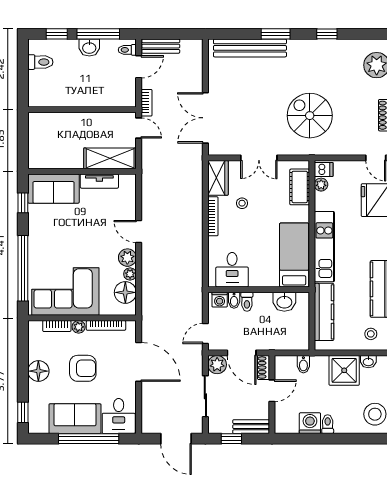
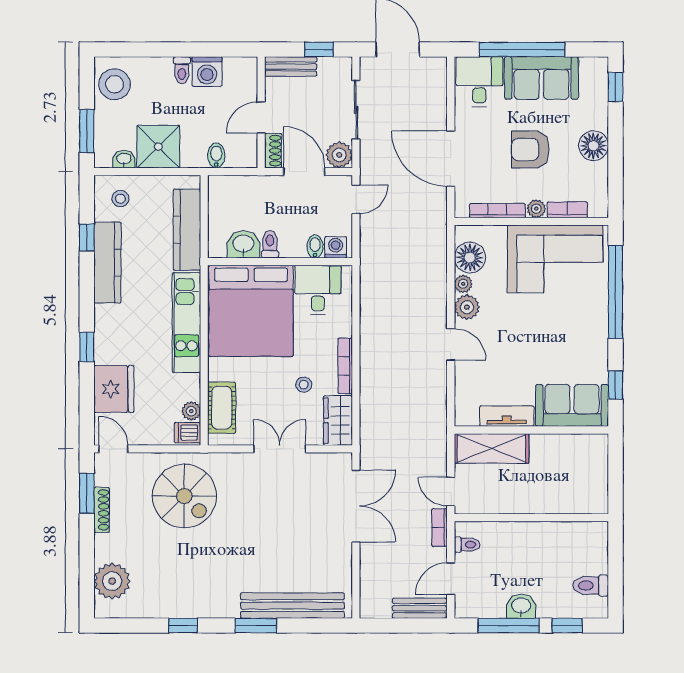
toilet: (127, 50) -> (467, 545), moved
spiral stairs: (310, 116) -> (184, 496), moved
bed: (294, 255) -> (251, 311), width x2.04
toilet: (247, 302) -> (270, 244), moved

